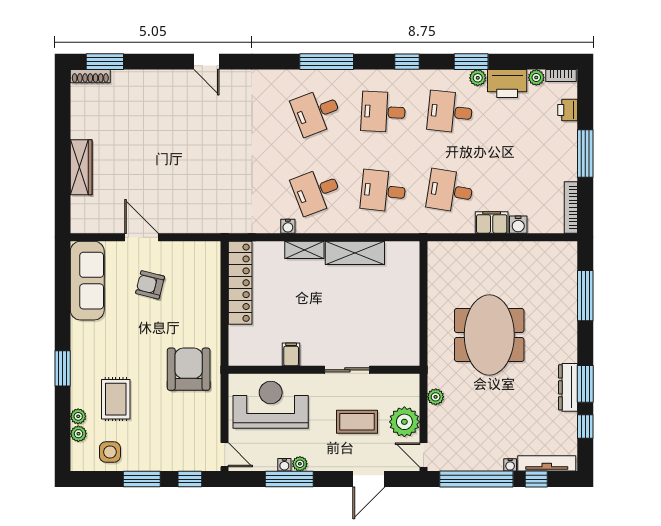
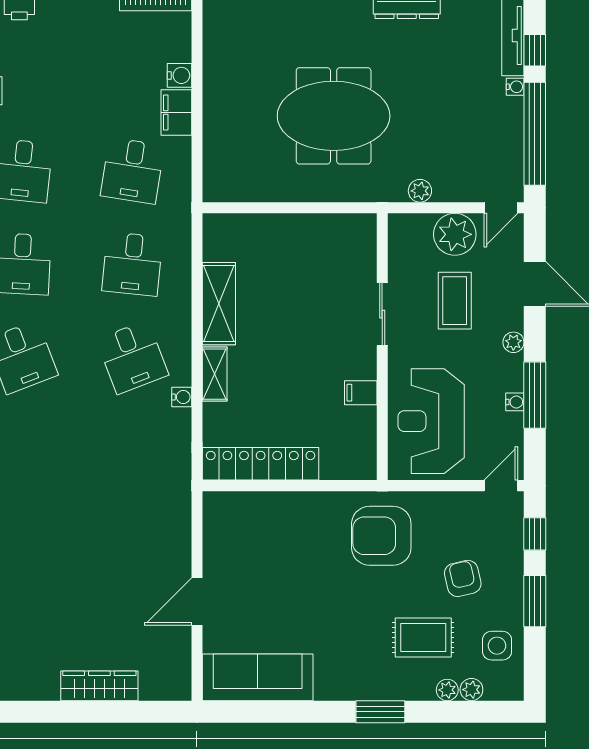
armchair: (150, 285) -> (463, 578), moved, turned 153
plant: (300, 464) -> (513, 342), moved

